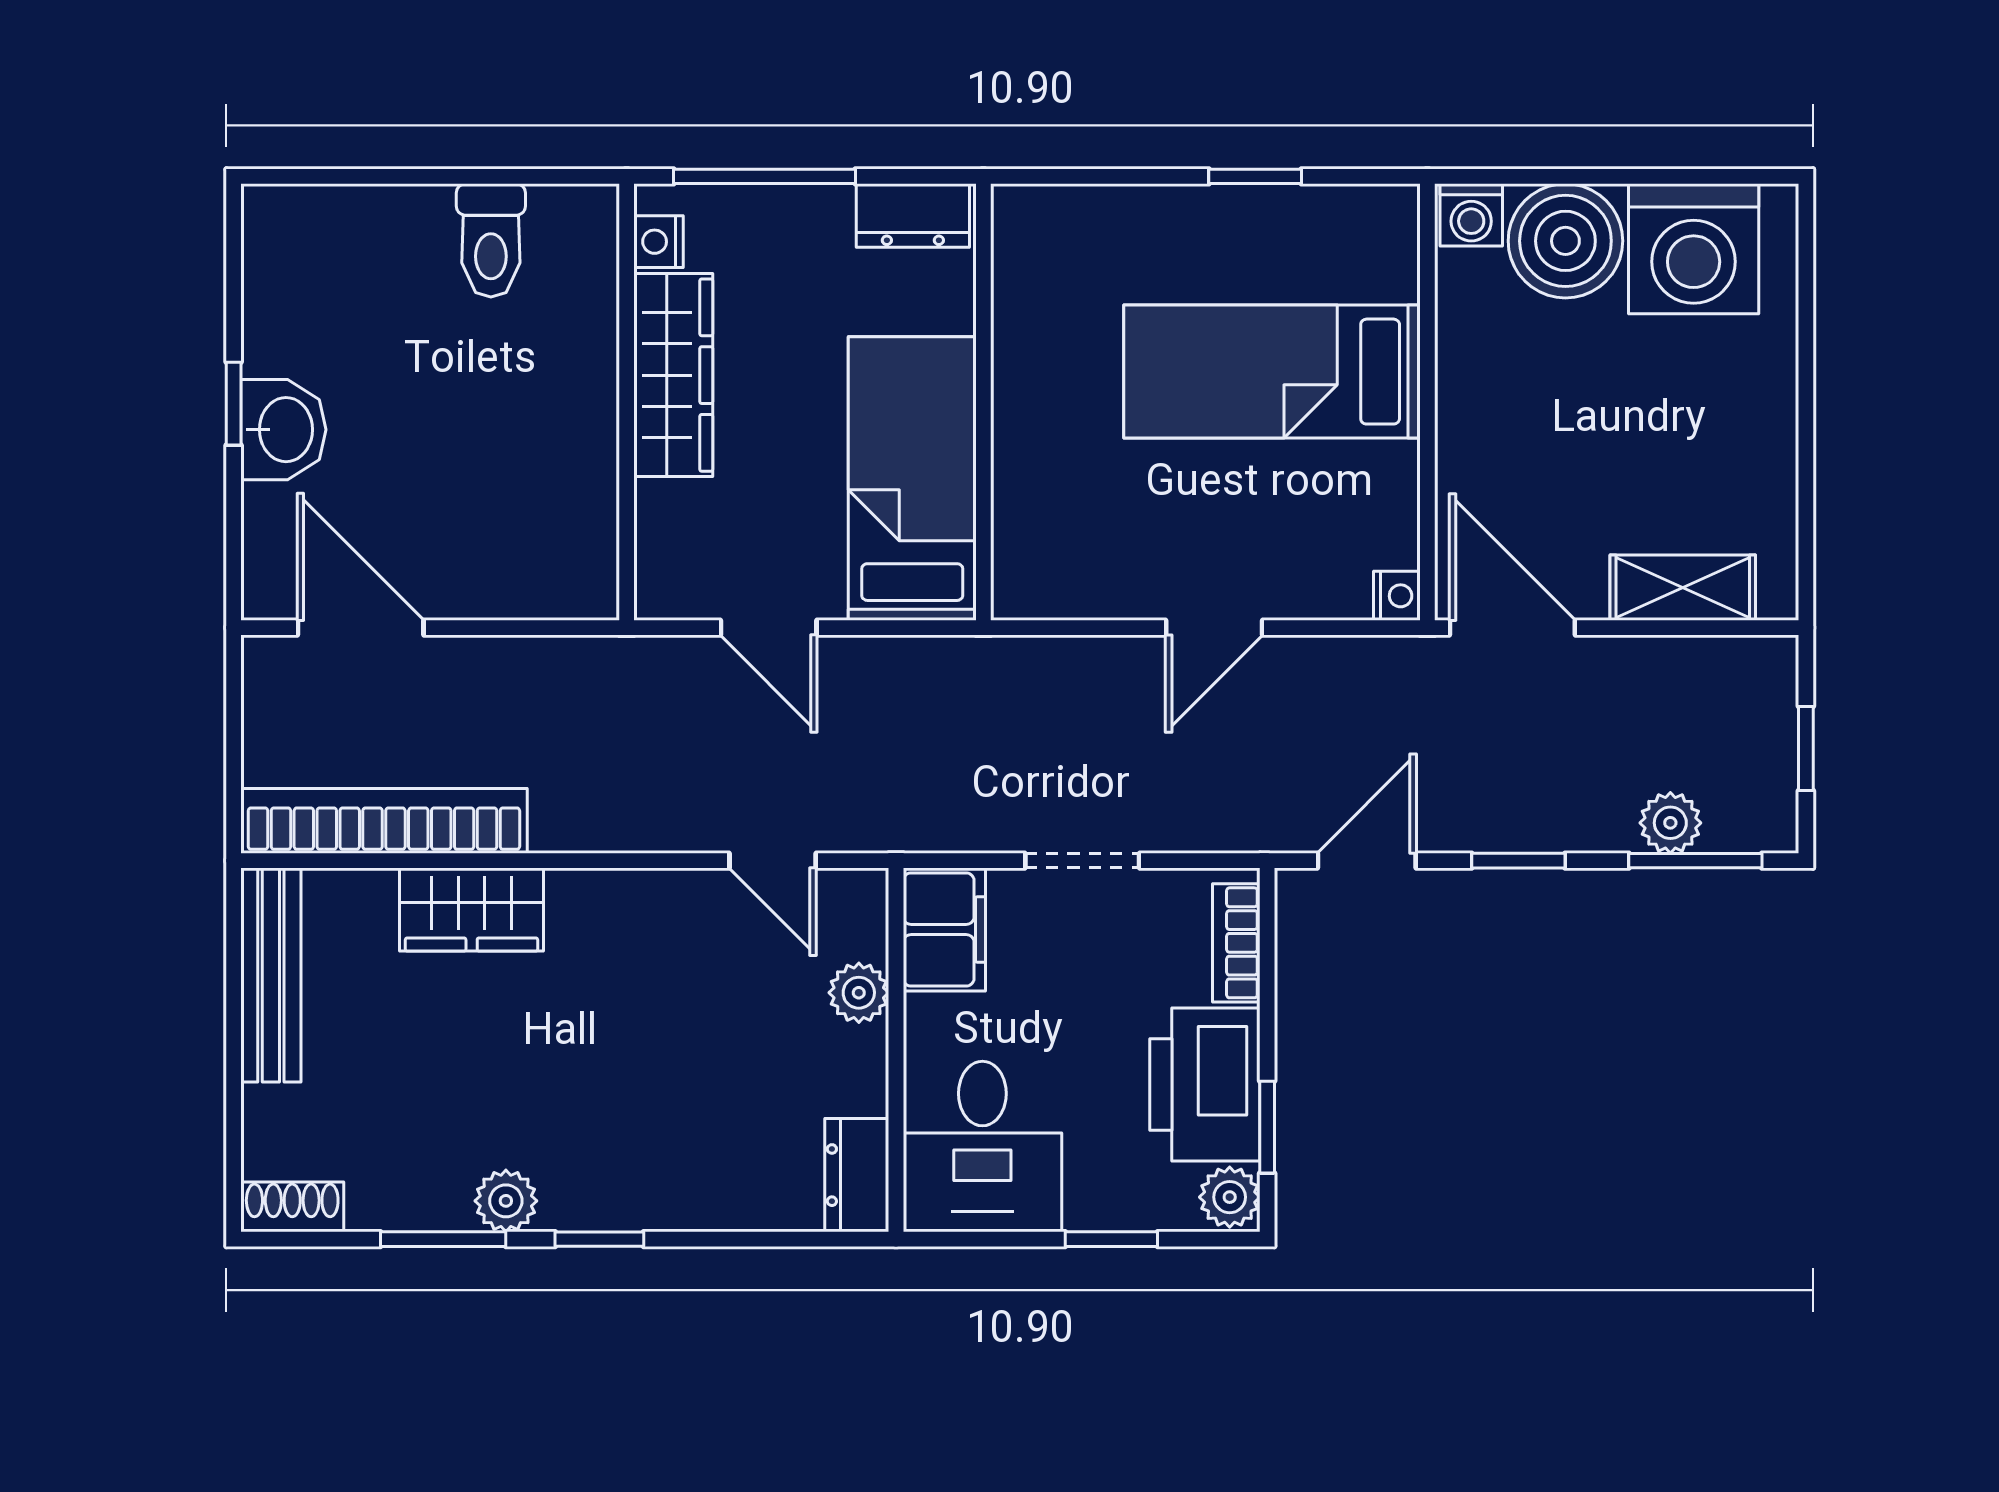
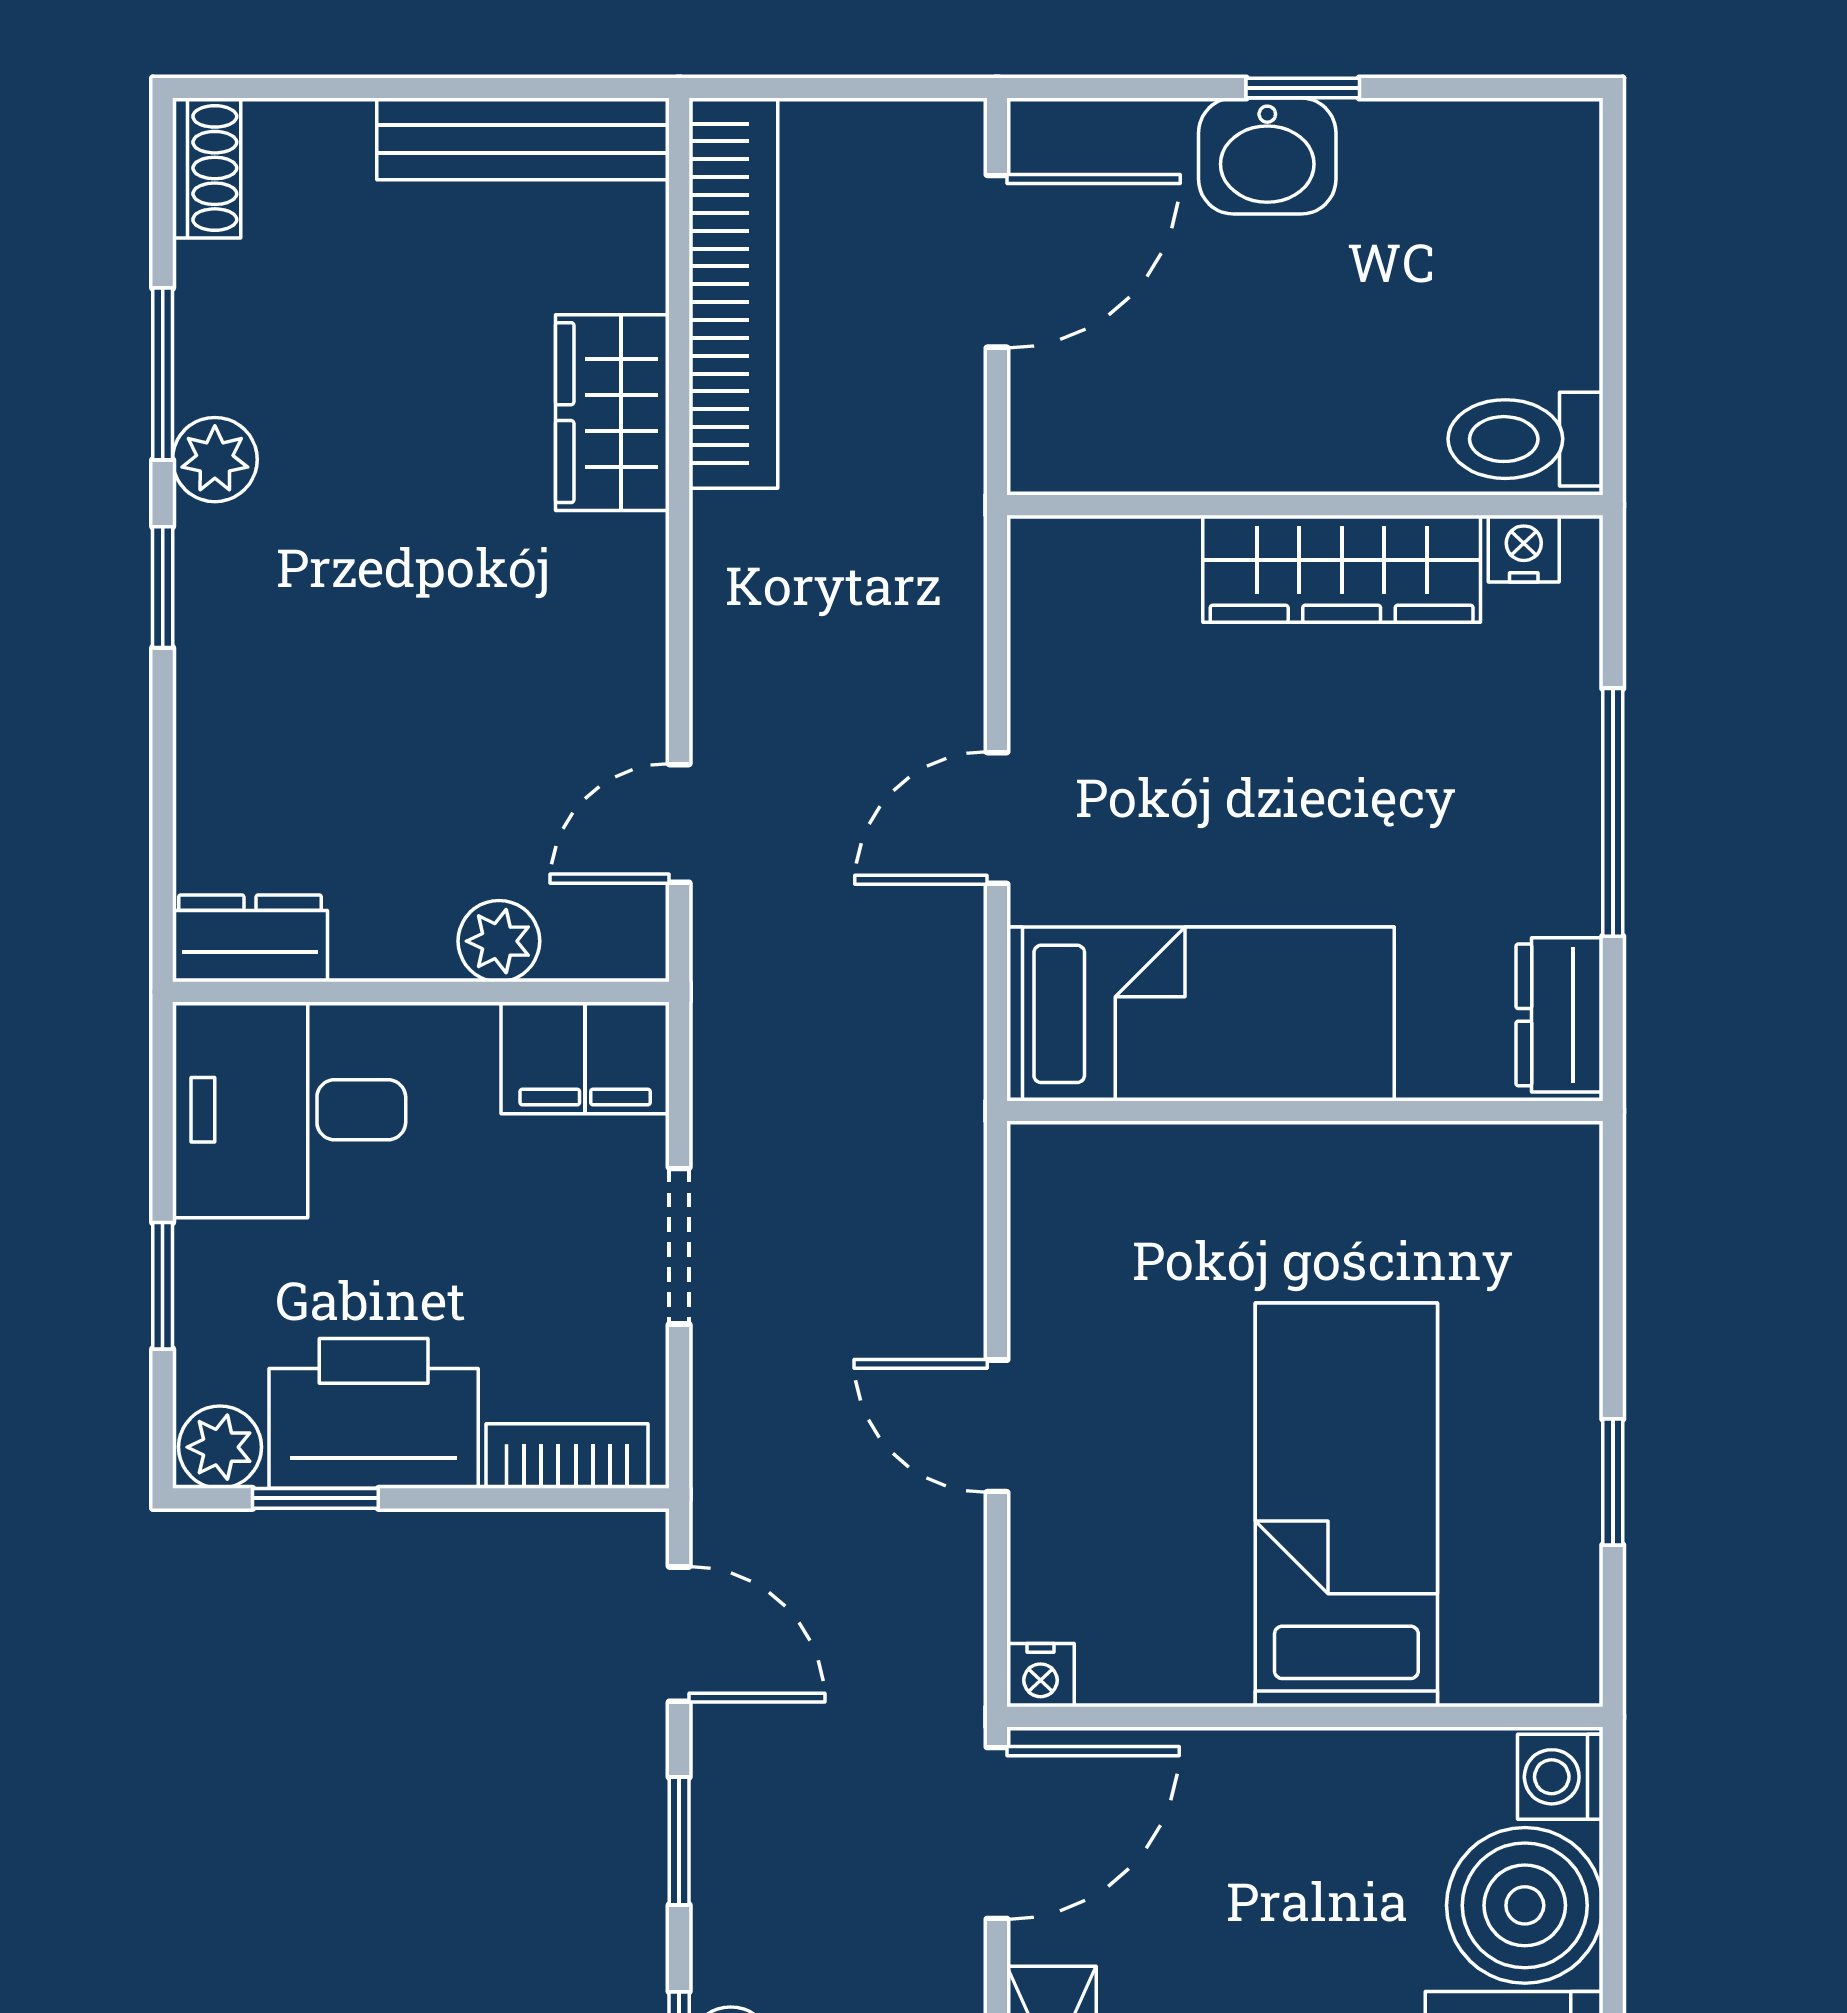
nightstand: (658, 242) -> (1524, 549), moved
wardrobe: (673, 375) -> (1342, 569), moved
wall: (627, 402) -> (1305, 505), moved

